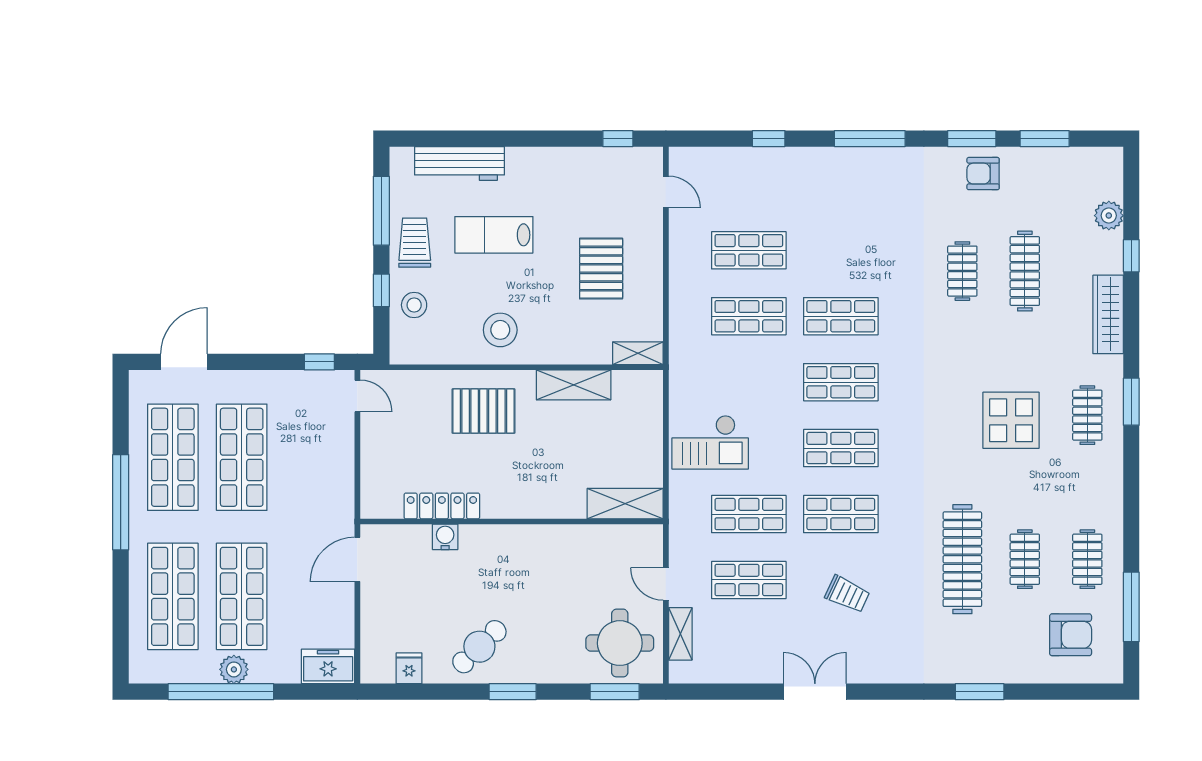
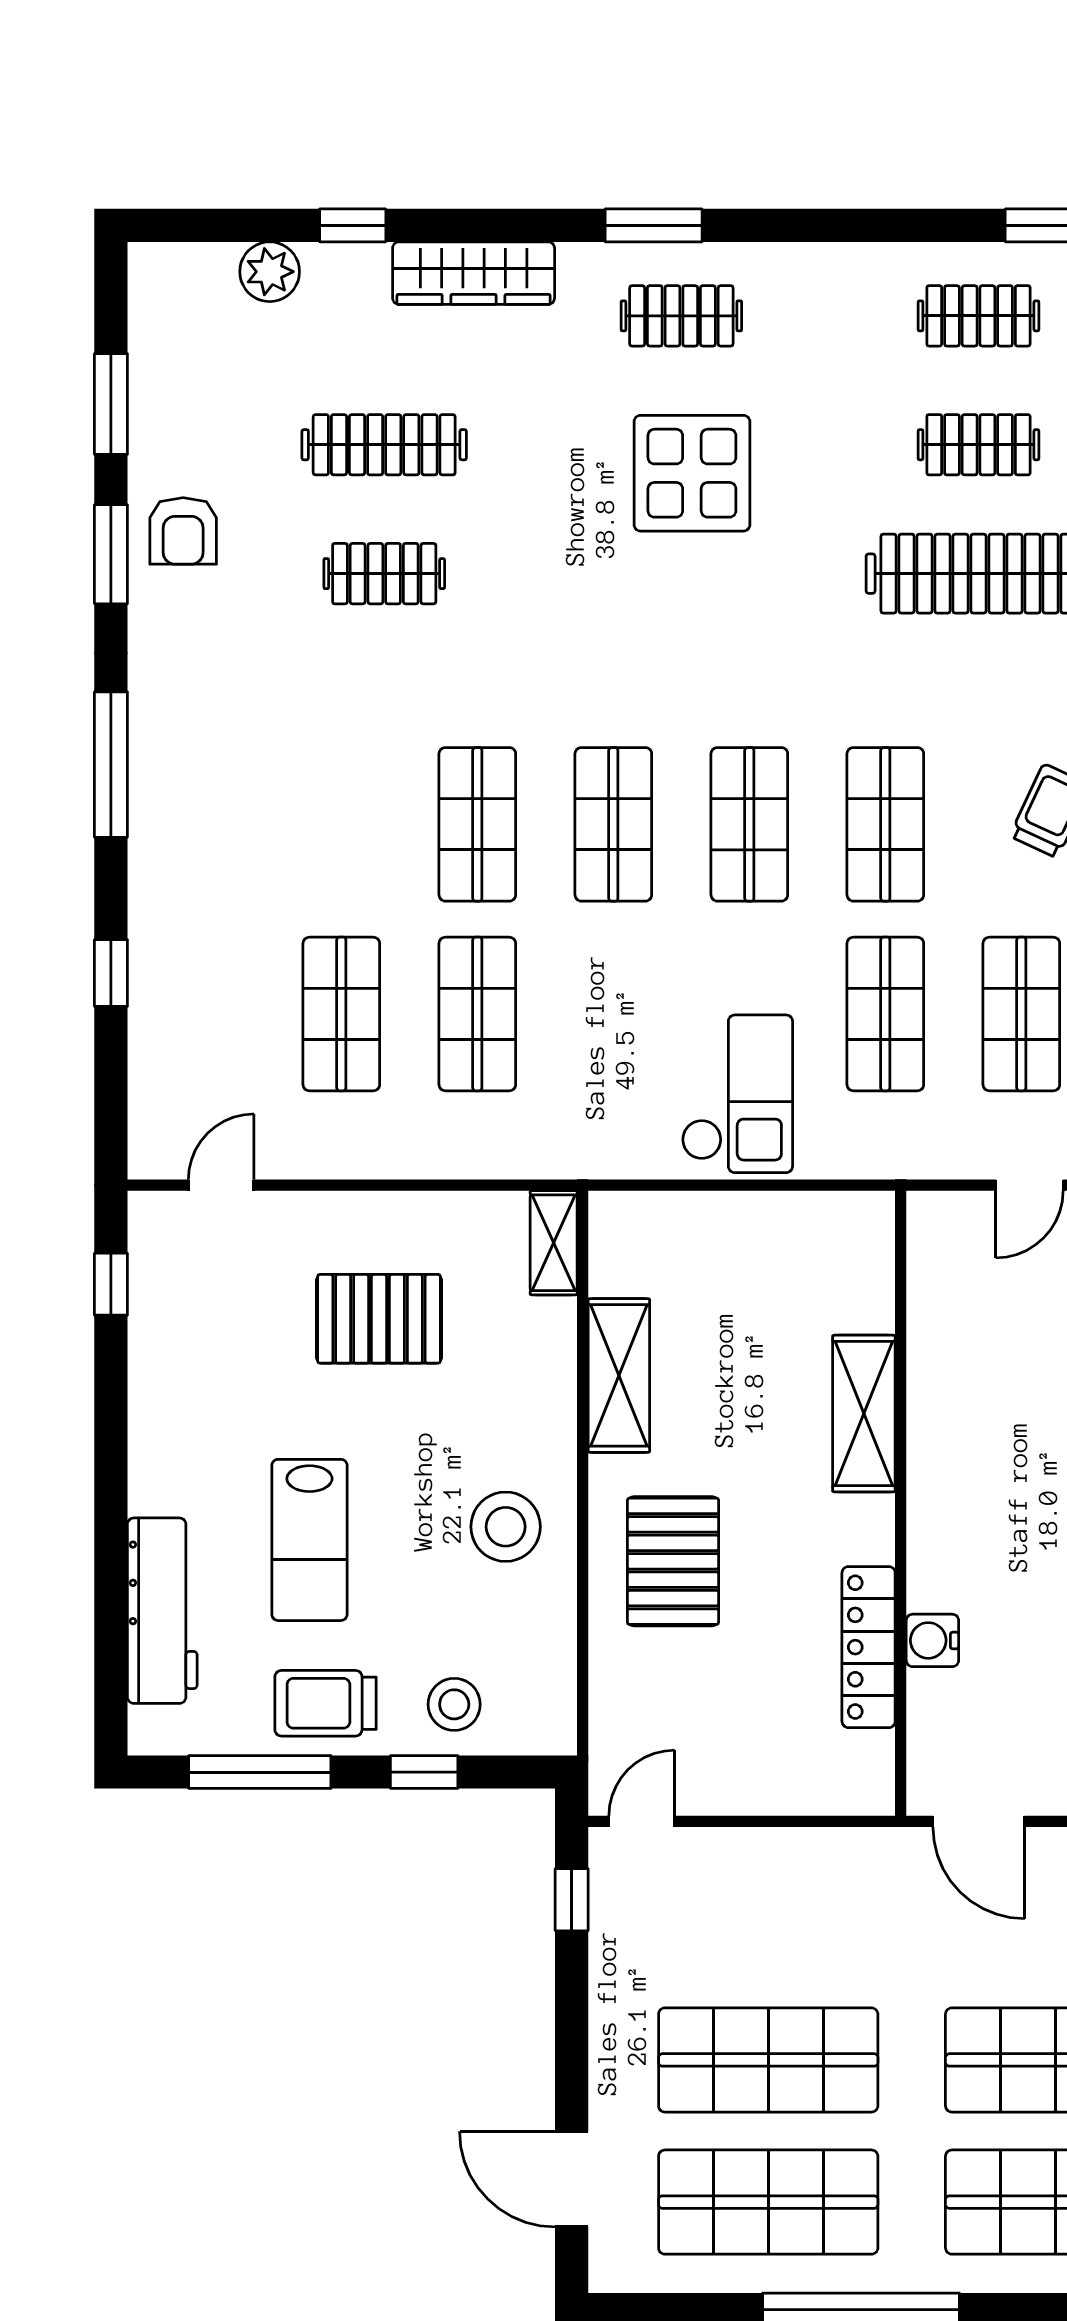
shelving: (625, 504) -> (864, 1414), moved

